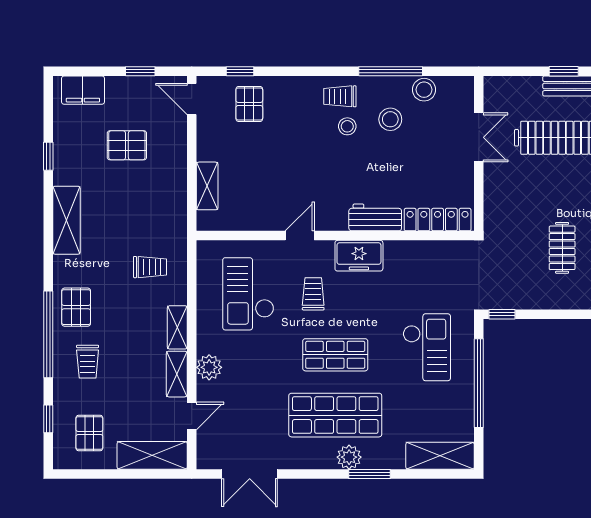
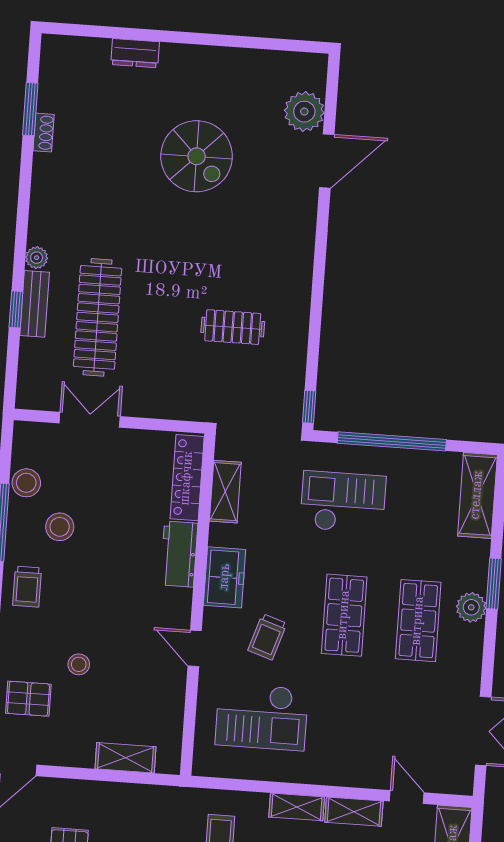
stool: (347, 126) -> (79, 664), moved
shelving: (428, 251) -> (225, 492), added
trolley: (313, 294) -> (267, 637), turned -72
plant: (209, 367) -> (349, 771), removed
shop shelf: (335, 415) -> (418, 621), width x0.70, depth x0.74

